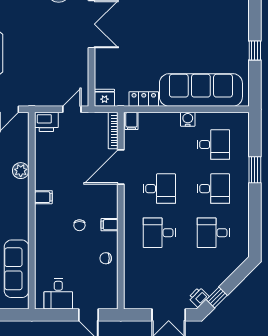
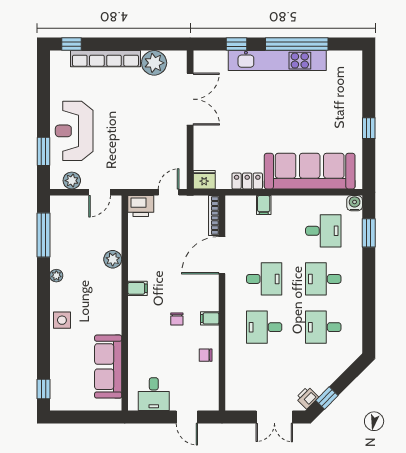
water cooler: (188, 119) -> (355, 203), moved
filing cabinet: (131, 121) -> (264, 205), moved
window: (255, 170) -> (369, 233), moved
desk: (213, 189) -> (323, 279), turned 180

